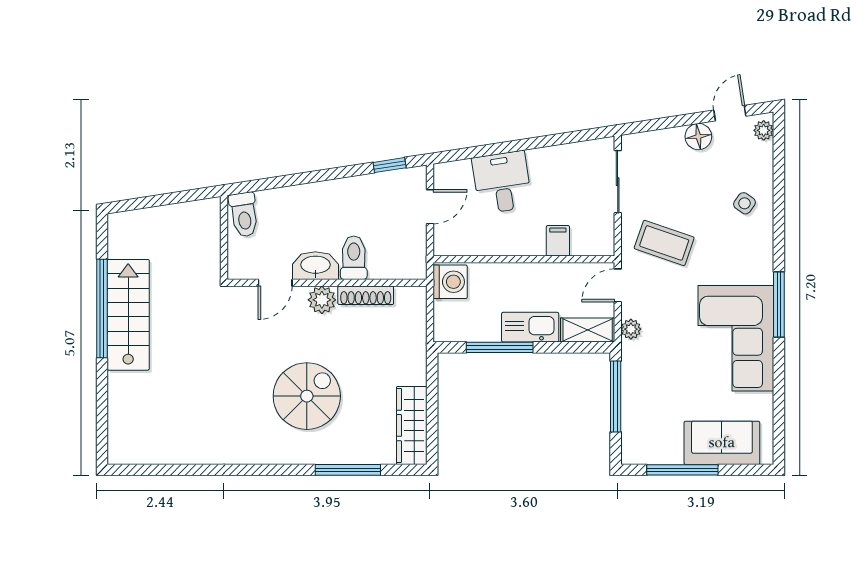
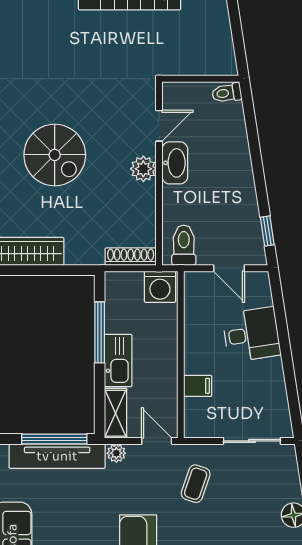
toilet: (244, 215) -> (227, 93), width x0.73, depth x0.72
coffee table: (664, 243) -> (196, 484), width x0.73, depth x0.77
toilet: (354, 258) -> (184, 245), moved, turned -90
door: (275, 283) -> (159, 126), swing flipped
shoe rack: (366, 295) -> (131, 257), moved, turned 90
tv unit: (634, 394) -> (57, 456), added

